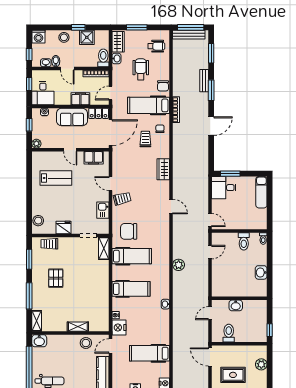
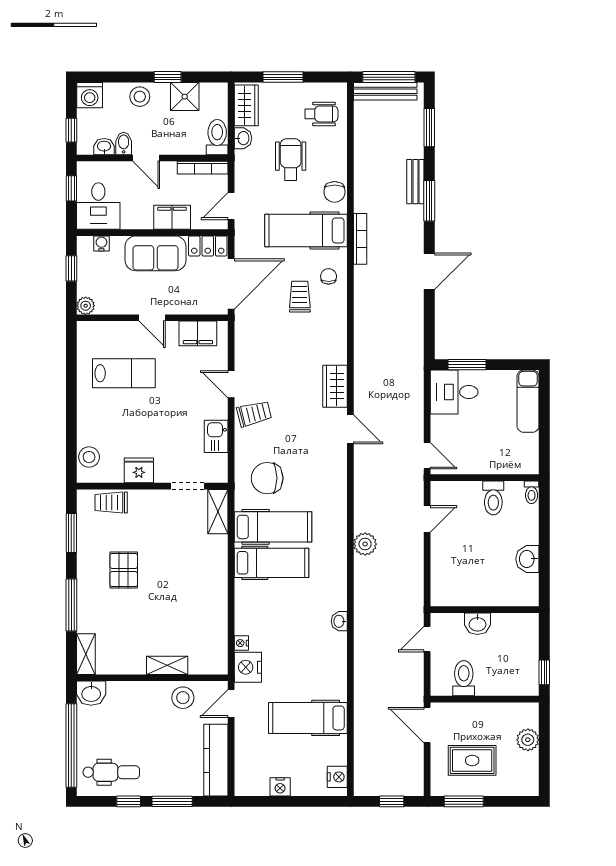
wardrobe: (163, 169) -> (335, 386), moved
hospital bed: (131, 289) -> (271, 563), moved

